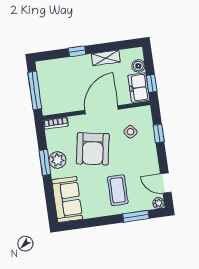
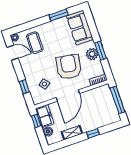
coffee table: (118, 190) -> (35, 43), moved
window: (136, 216) -> (59, 15), moved

